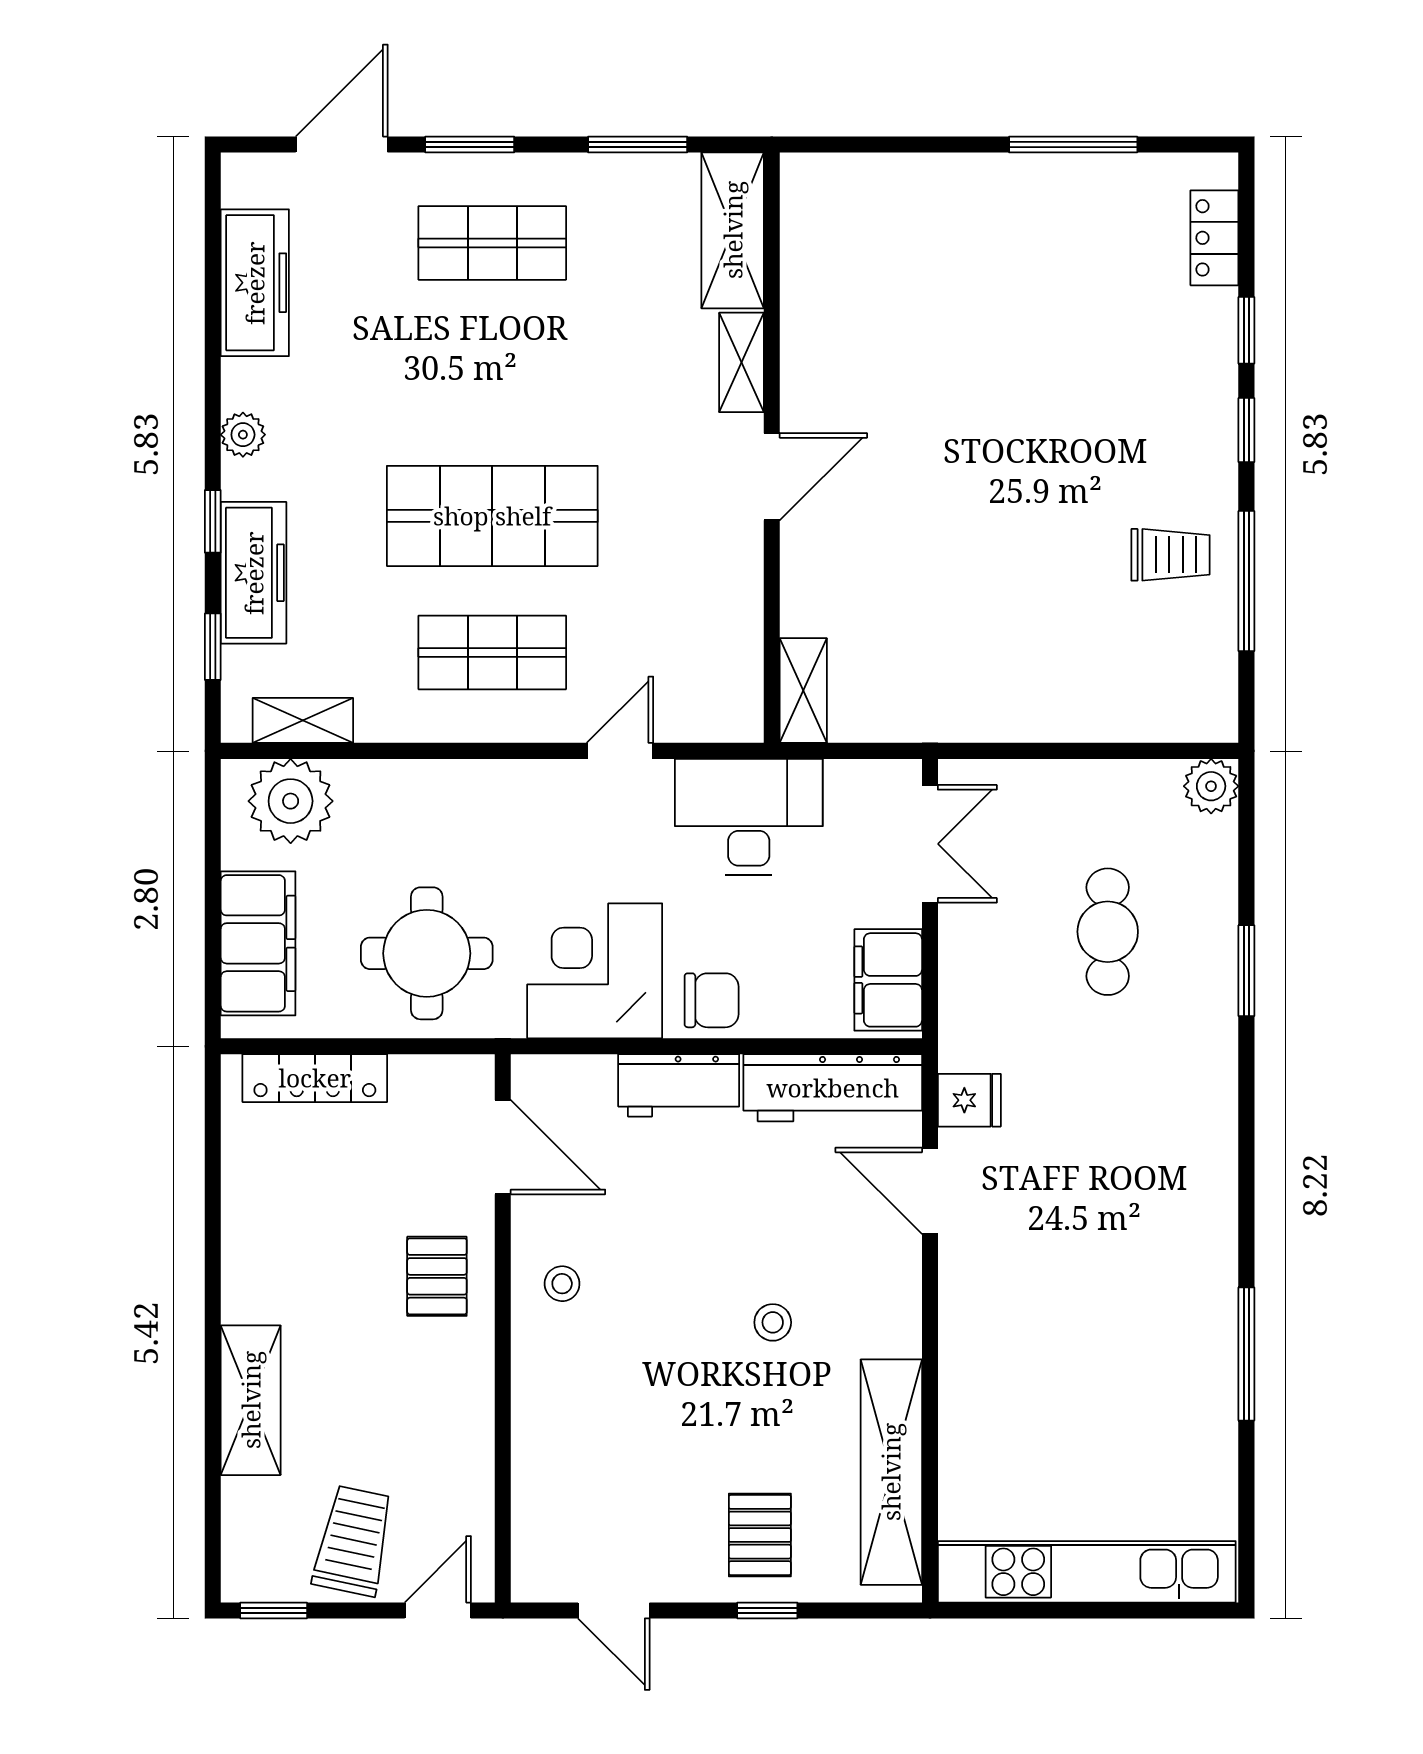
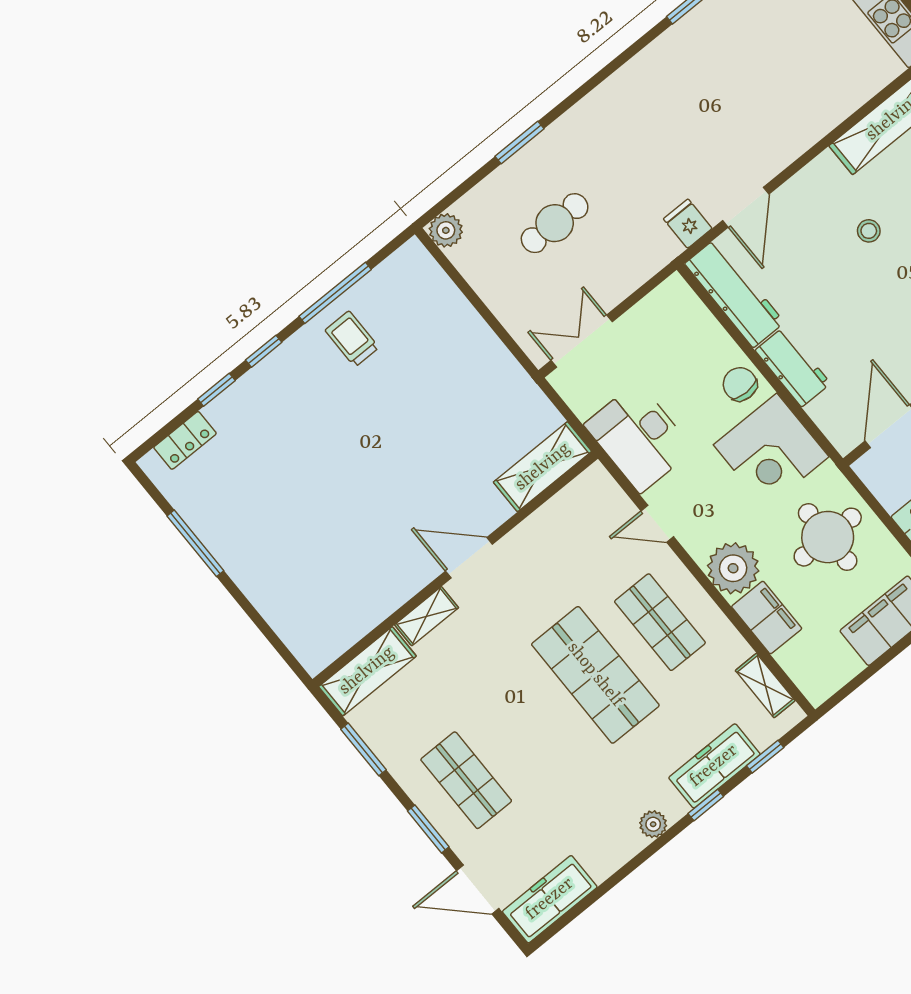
freezer: (255, 283) -> (550, 899), moved
shelving: (803, 691) -> (543, 467), width x1.50, depth x1.33
plant: (291, 801) -> (733, 568), moved
filing cabinet: (888, 980) -> (767, 618), moved, turned -90

